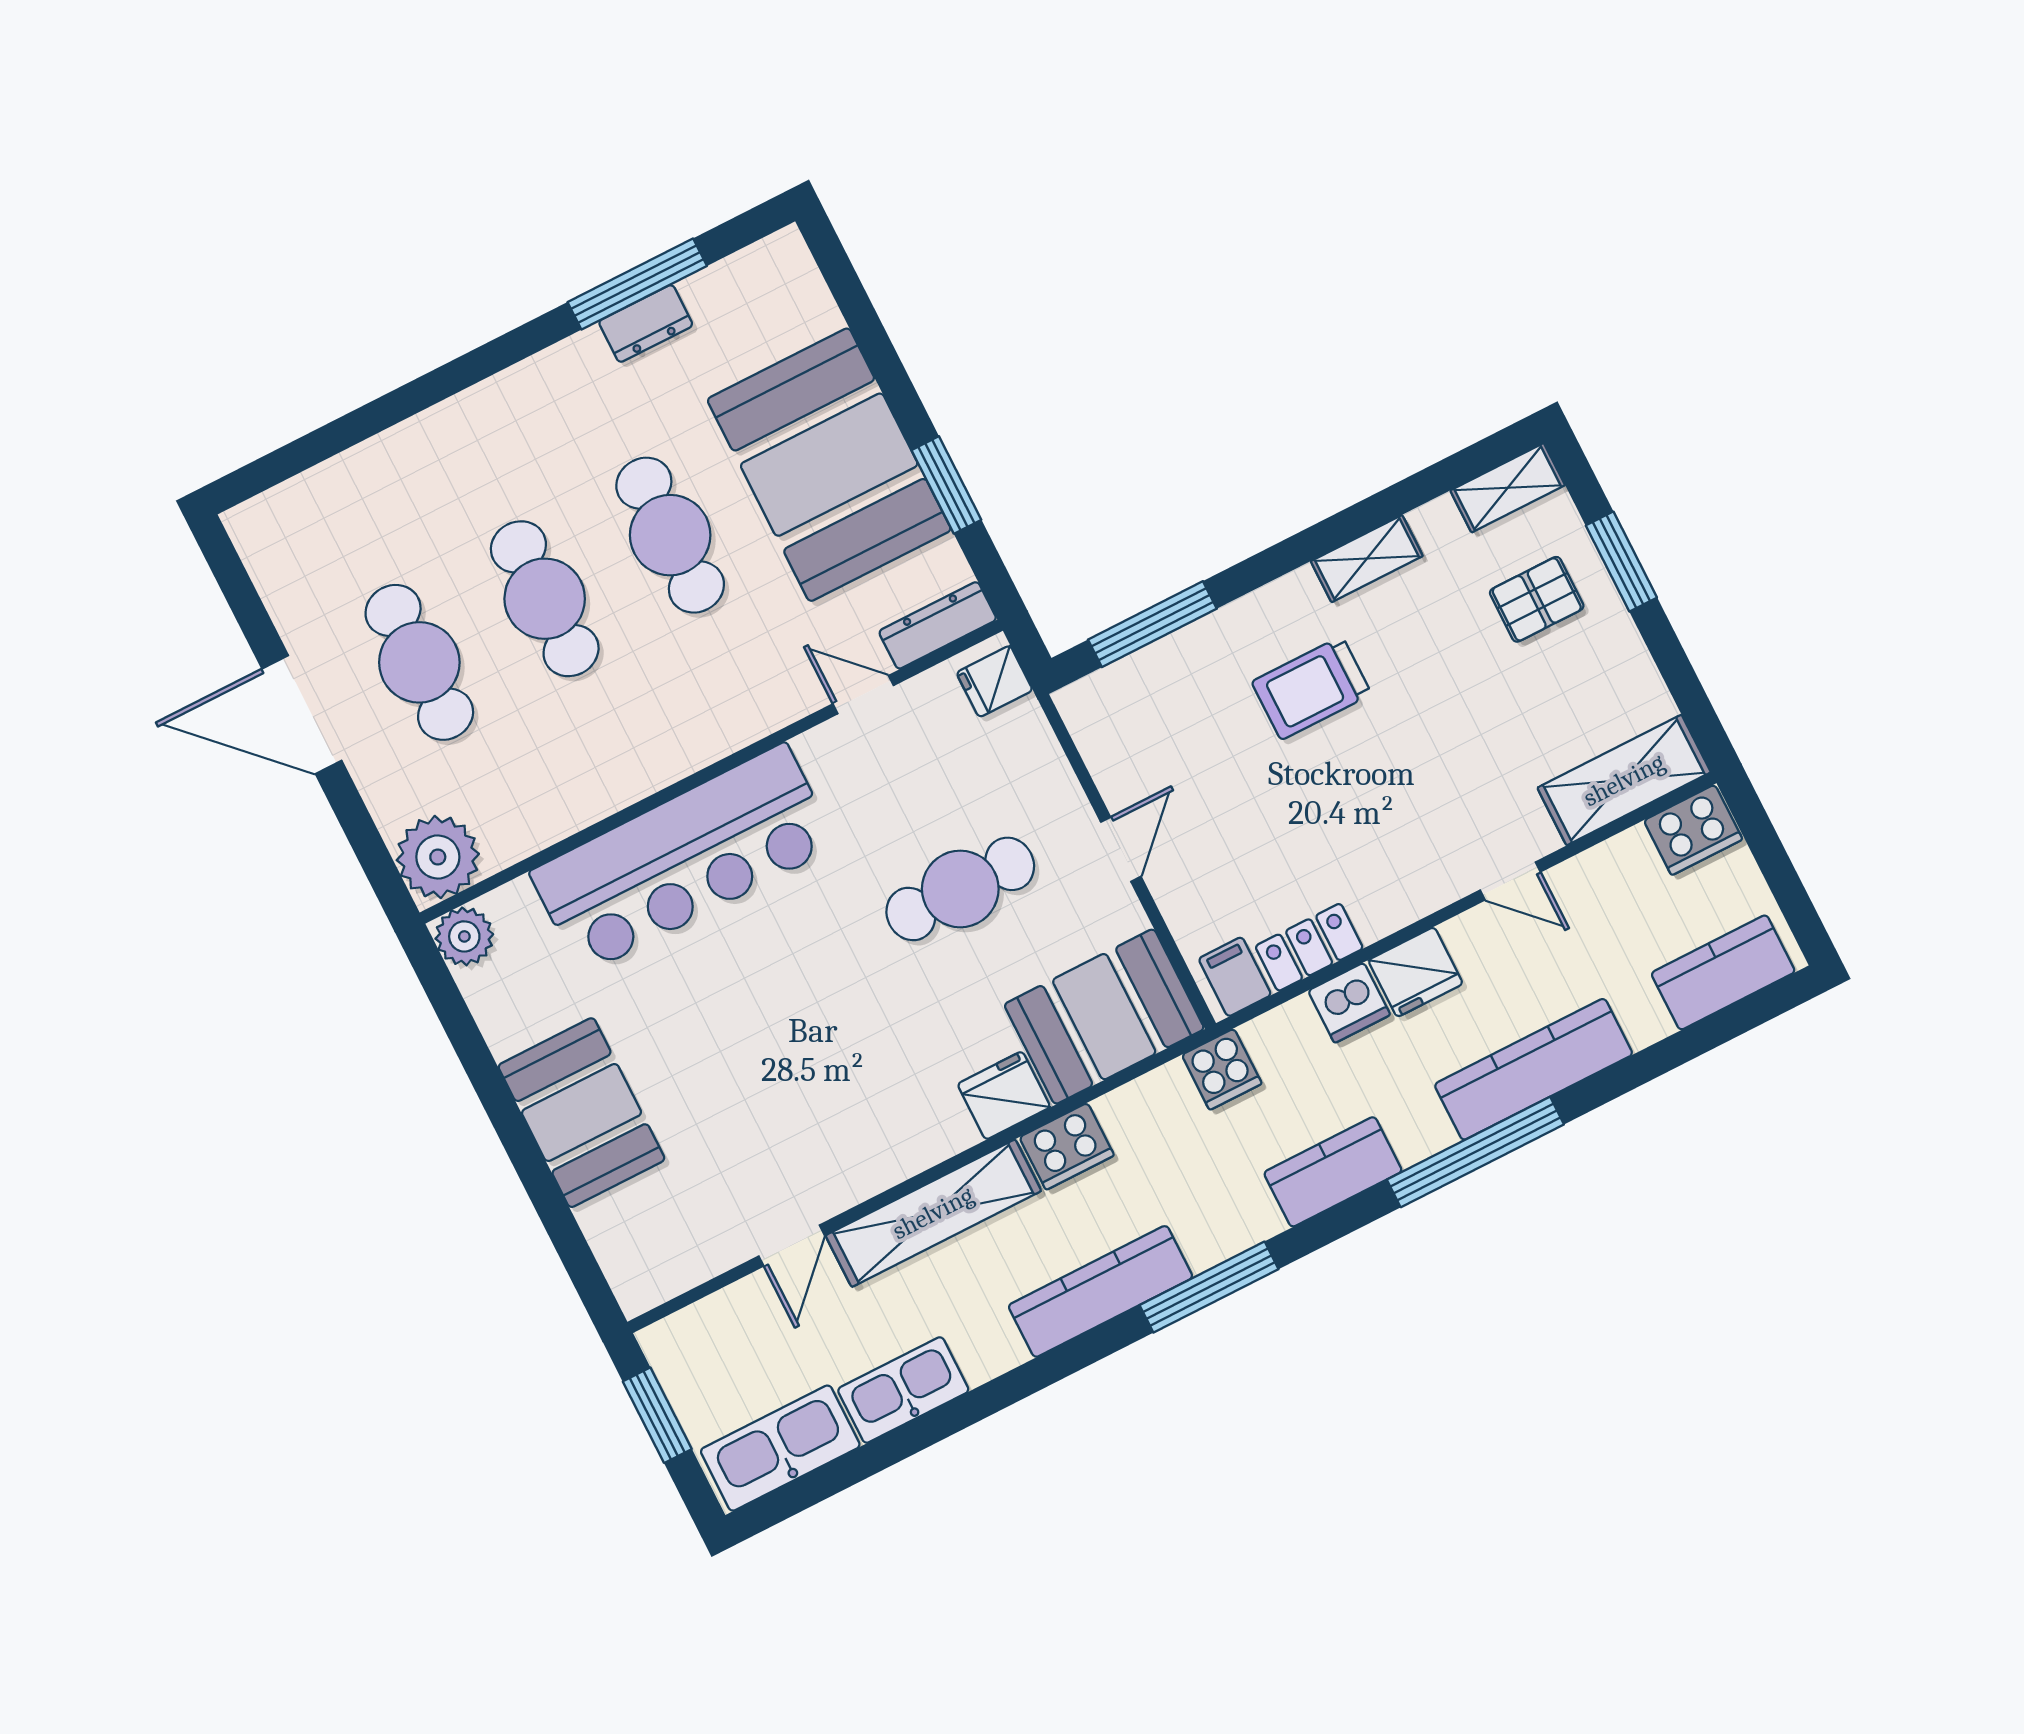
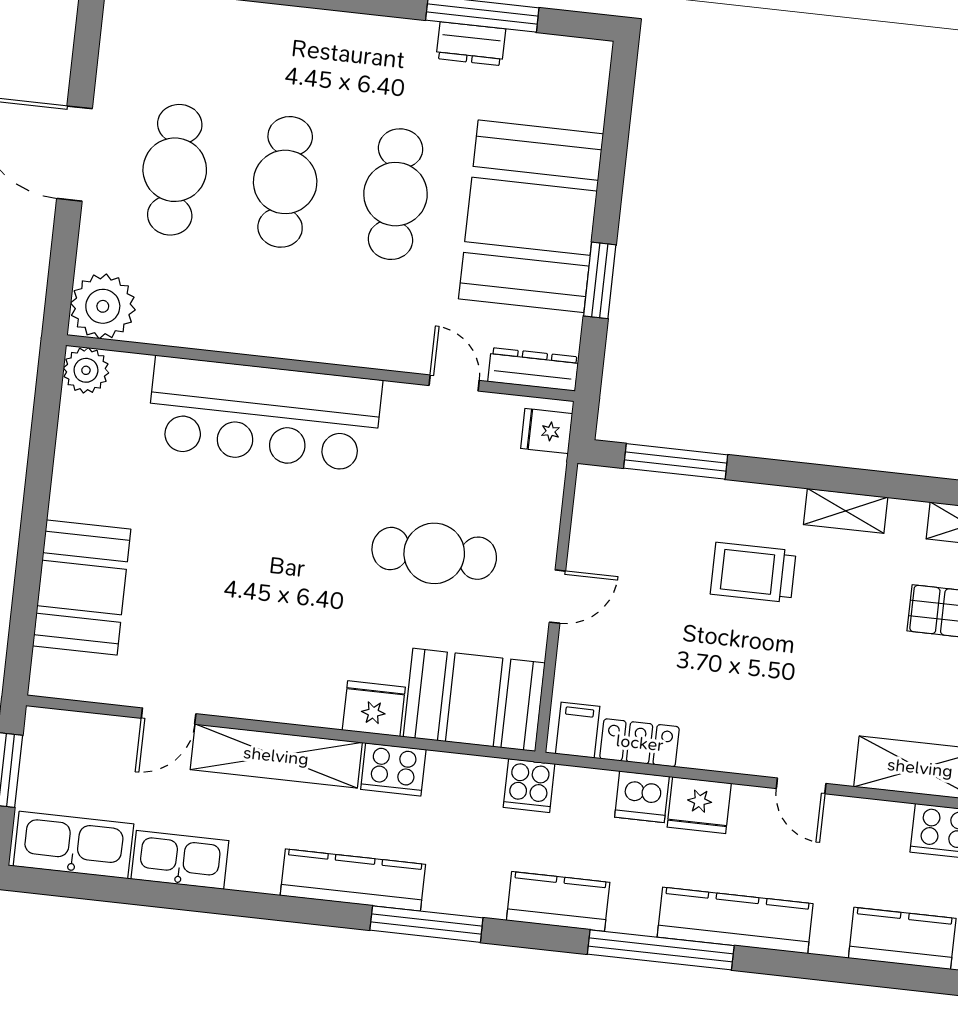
booth: (581, 1113) -> (82, 588), moved

